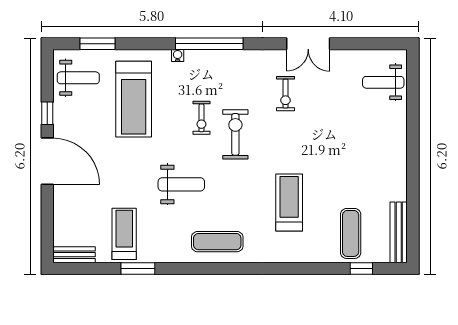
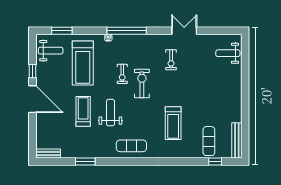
double door: (308, 44) -> (184, 31), swing flipped
weight bench: (181, 184) -> (110, 113), turned -90
treadmill: (289, 203) -> (173, 123), turned 180
treadmill: (124, 234) -> (83, 111), moved

